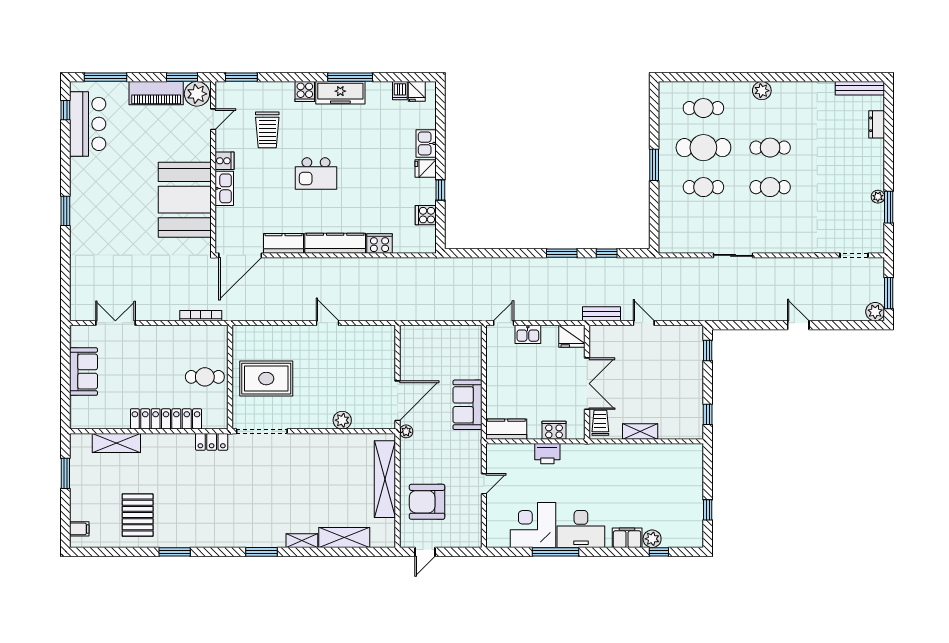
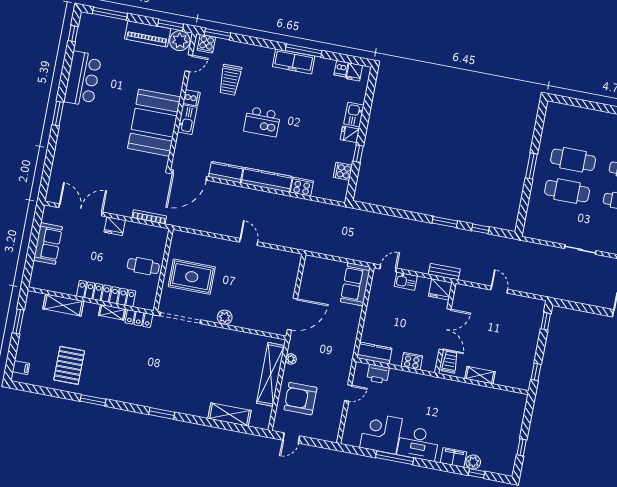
cooker: (305, 92) -> (206, 44), moved
cafe table: (703, 108) -> (579, 128), removed
bar counter: (88, 124) -> (83, 79), moved
cafe table: (703, 187) -> (567, 191), width x1.37, depth x1.35
bench: (601, 314) -> (444, 272), moved
double door: (115, 323) -> (81, 210), width x1.37
fridge: (161, 335) -> (115, 226), added
sofa: (467, 405) -> (355, 284), moved
plant: (342, 420) -> (225, 317), moved
plant: (406, 431) -> (291, 359), moved
printer: (547, 454) -> (378, 374), moved
shelving: (302, 541) -> (112, 312), moved

